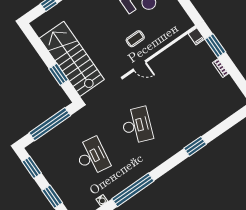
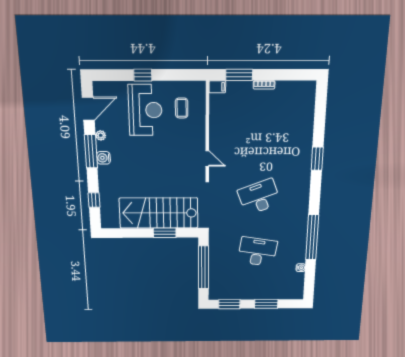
coffee table: (135, 39) -> (182, 108), moved
door: (140, 66) -> (207, 158), hinge flipped
desk: (137, 125) -> (259, 197), turned -42

